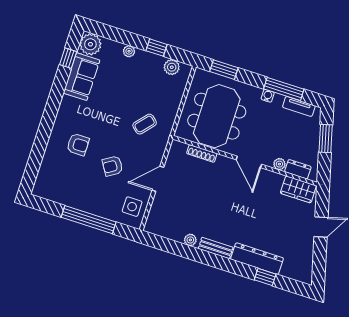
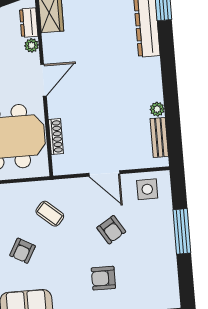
armchair: (125, 91) -> (23, 251), added
armchair: (78, 144) -> (103, 278), turned -90
window: (89, 220) -> (182, 231), width x0.68
bench: (216, 248) -> (159, 137), moved

